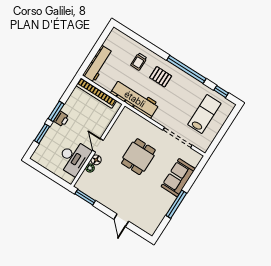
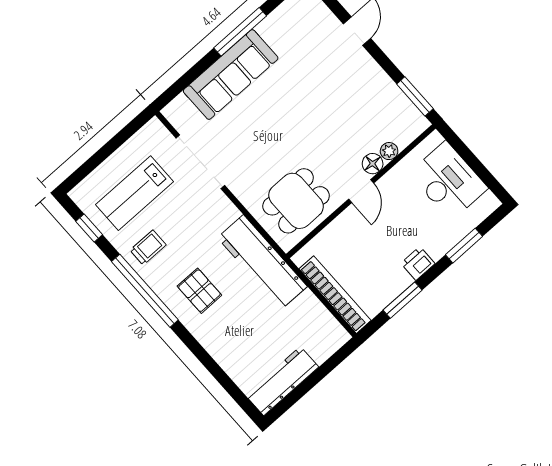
trolley: (139, 62) -> (148, 247), moved
workbench: (98, 64) -> (282, 381), moved
window: (56, 111) -> (403, 300), moved
dining table: (138, 157) -> (296, 201), moved
desk: (74, 158) -> (448, 181), moved, turned 90
sofa: (178, 178) -> (231, 75), width x1.36

